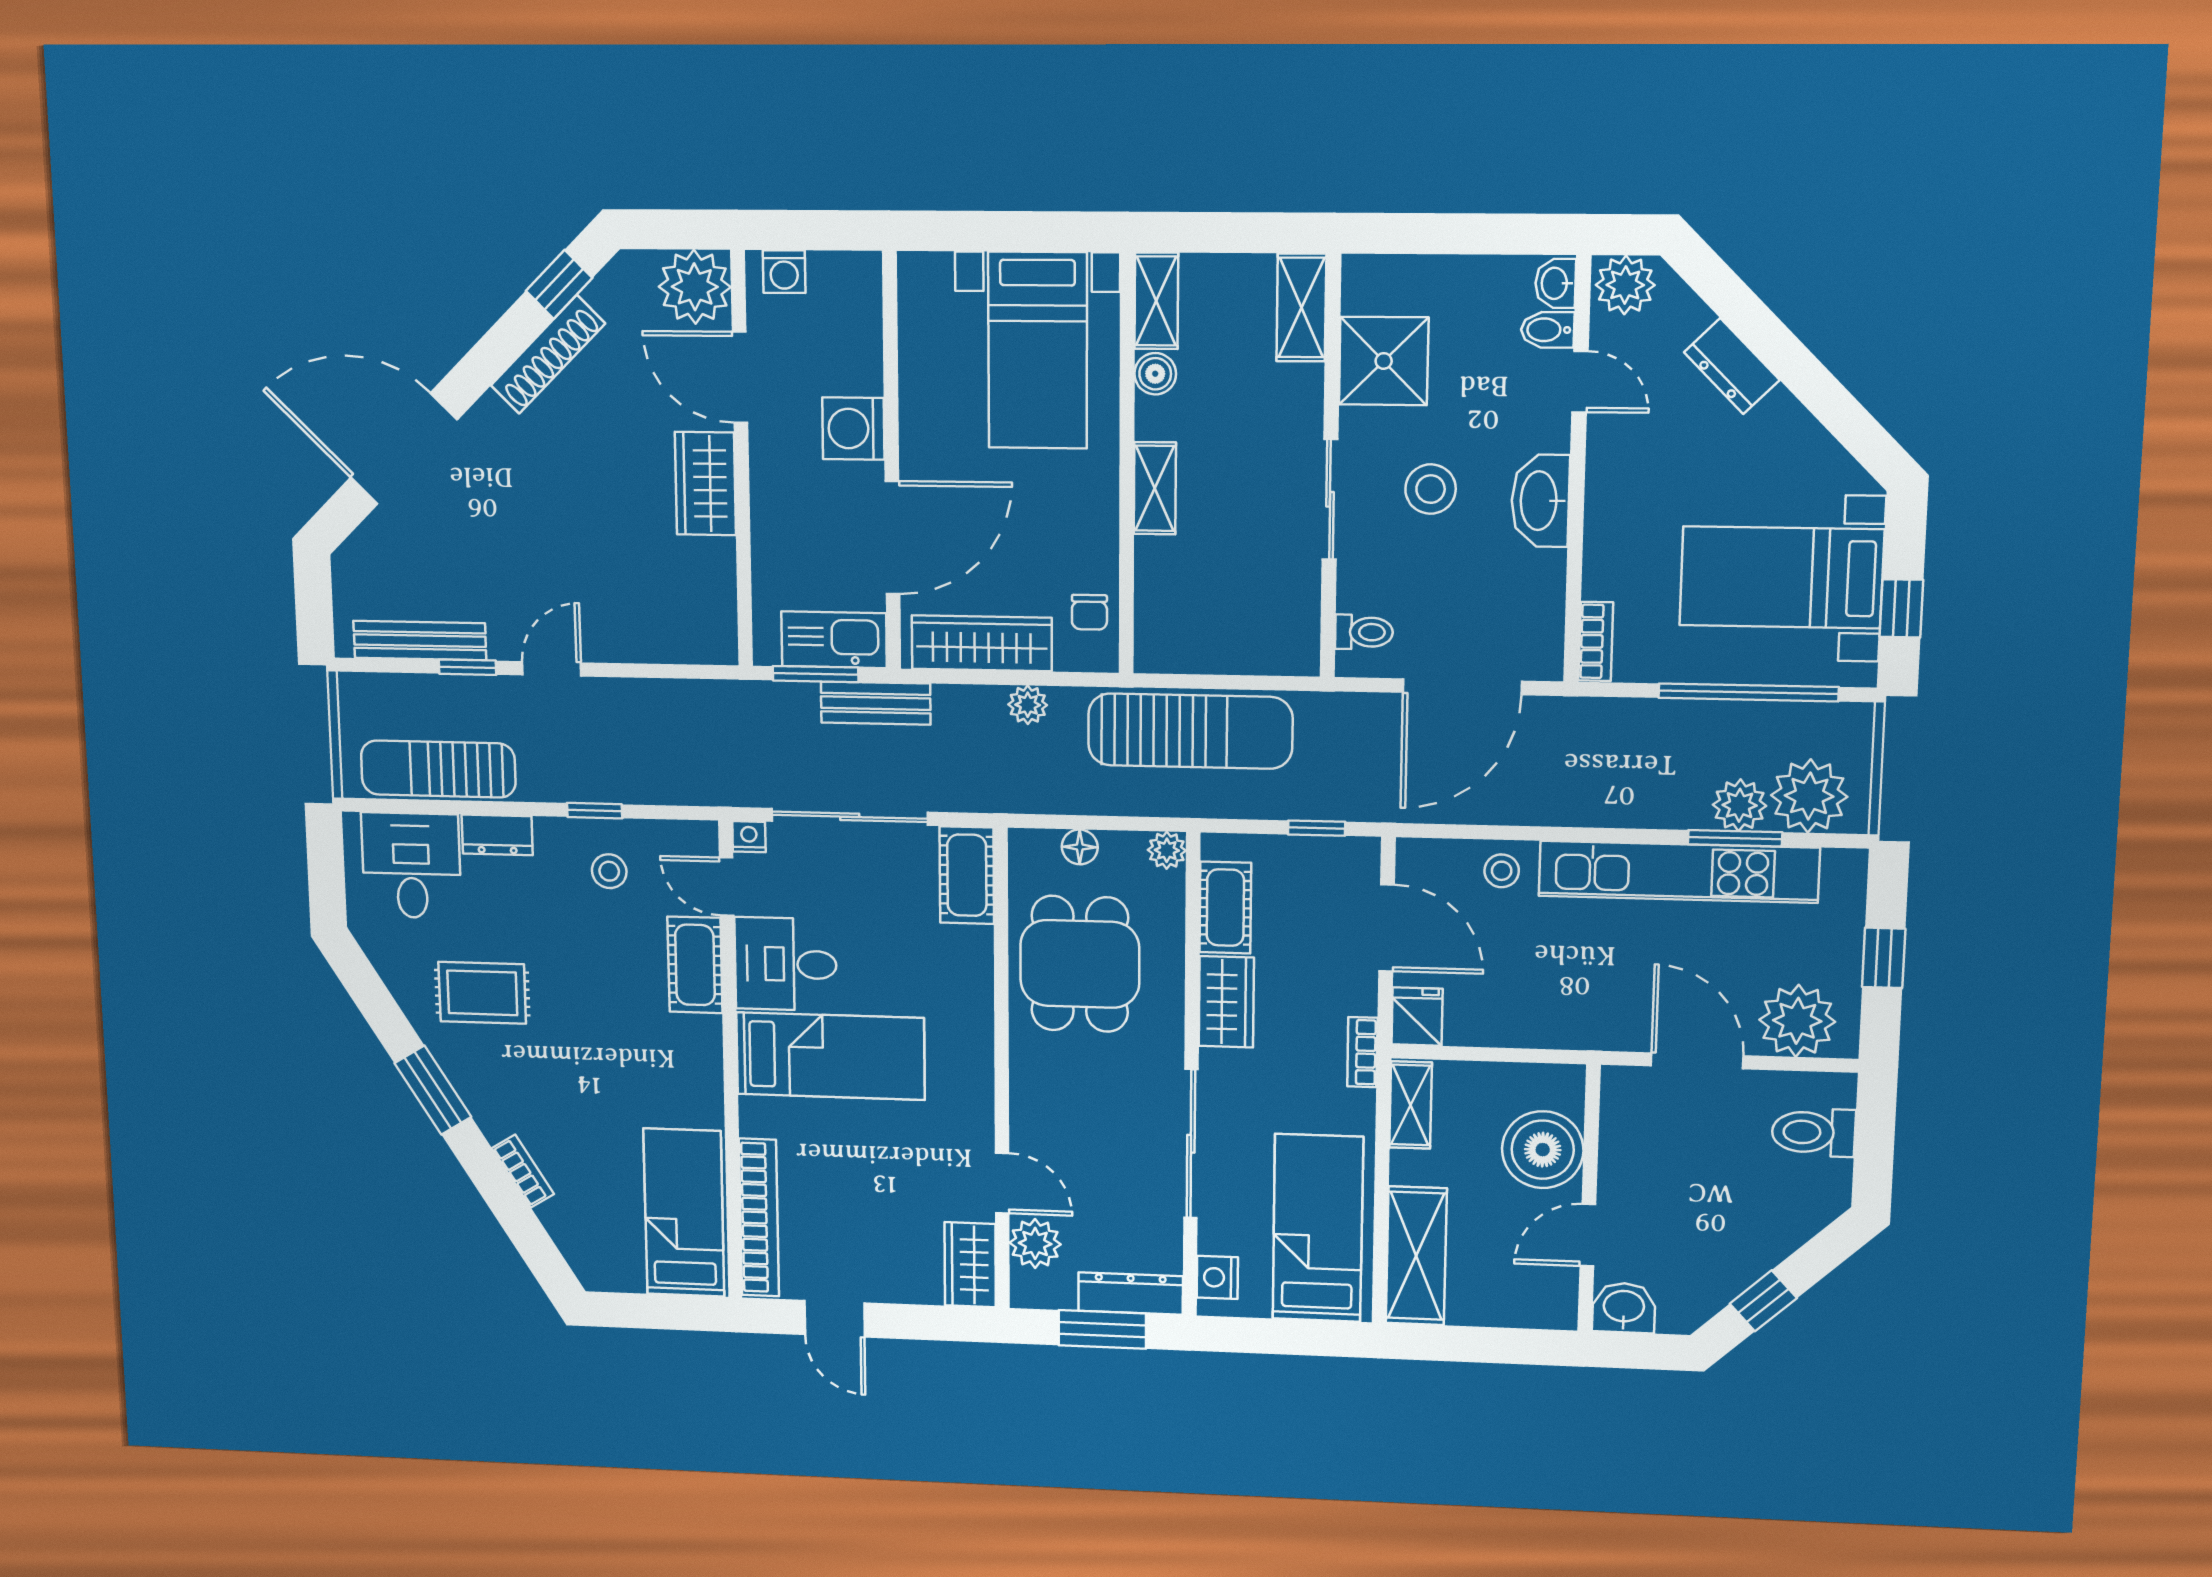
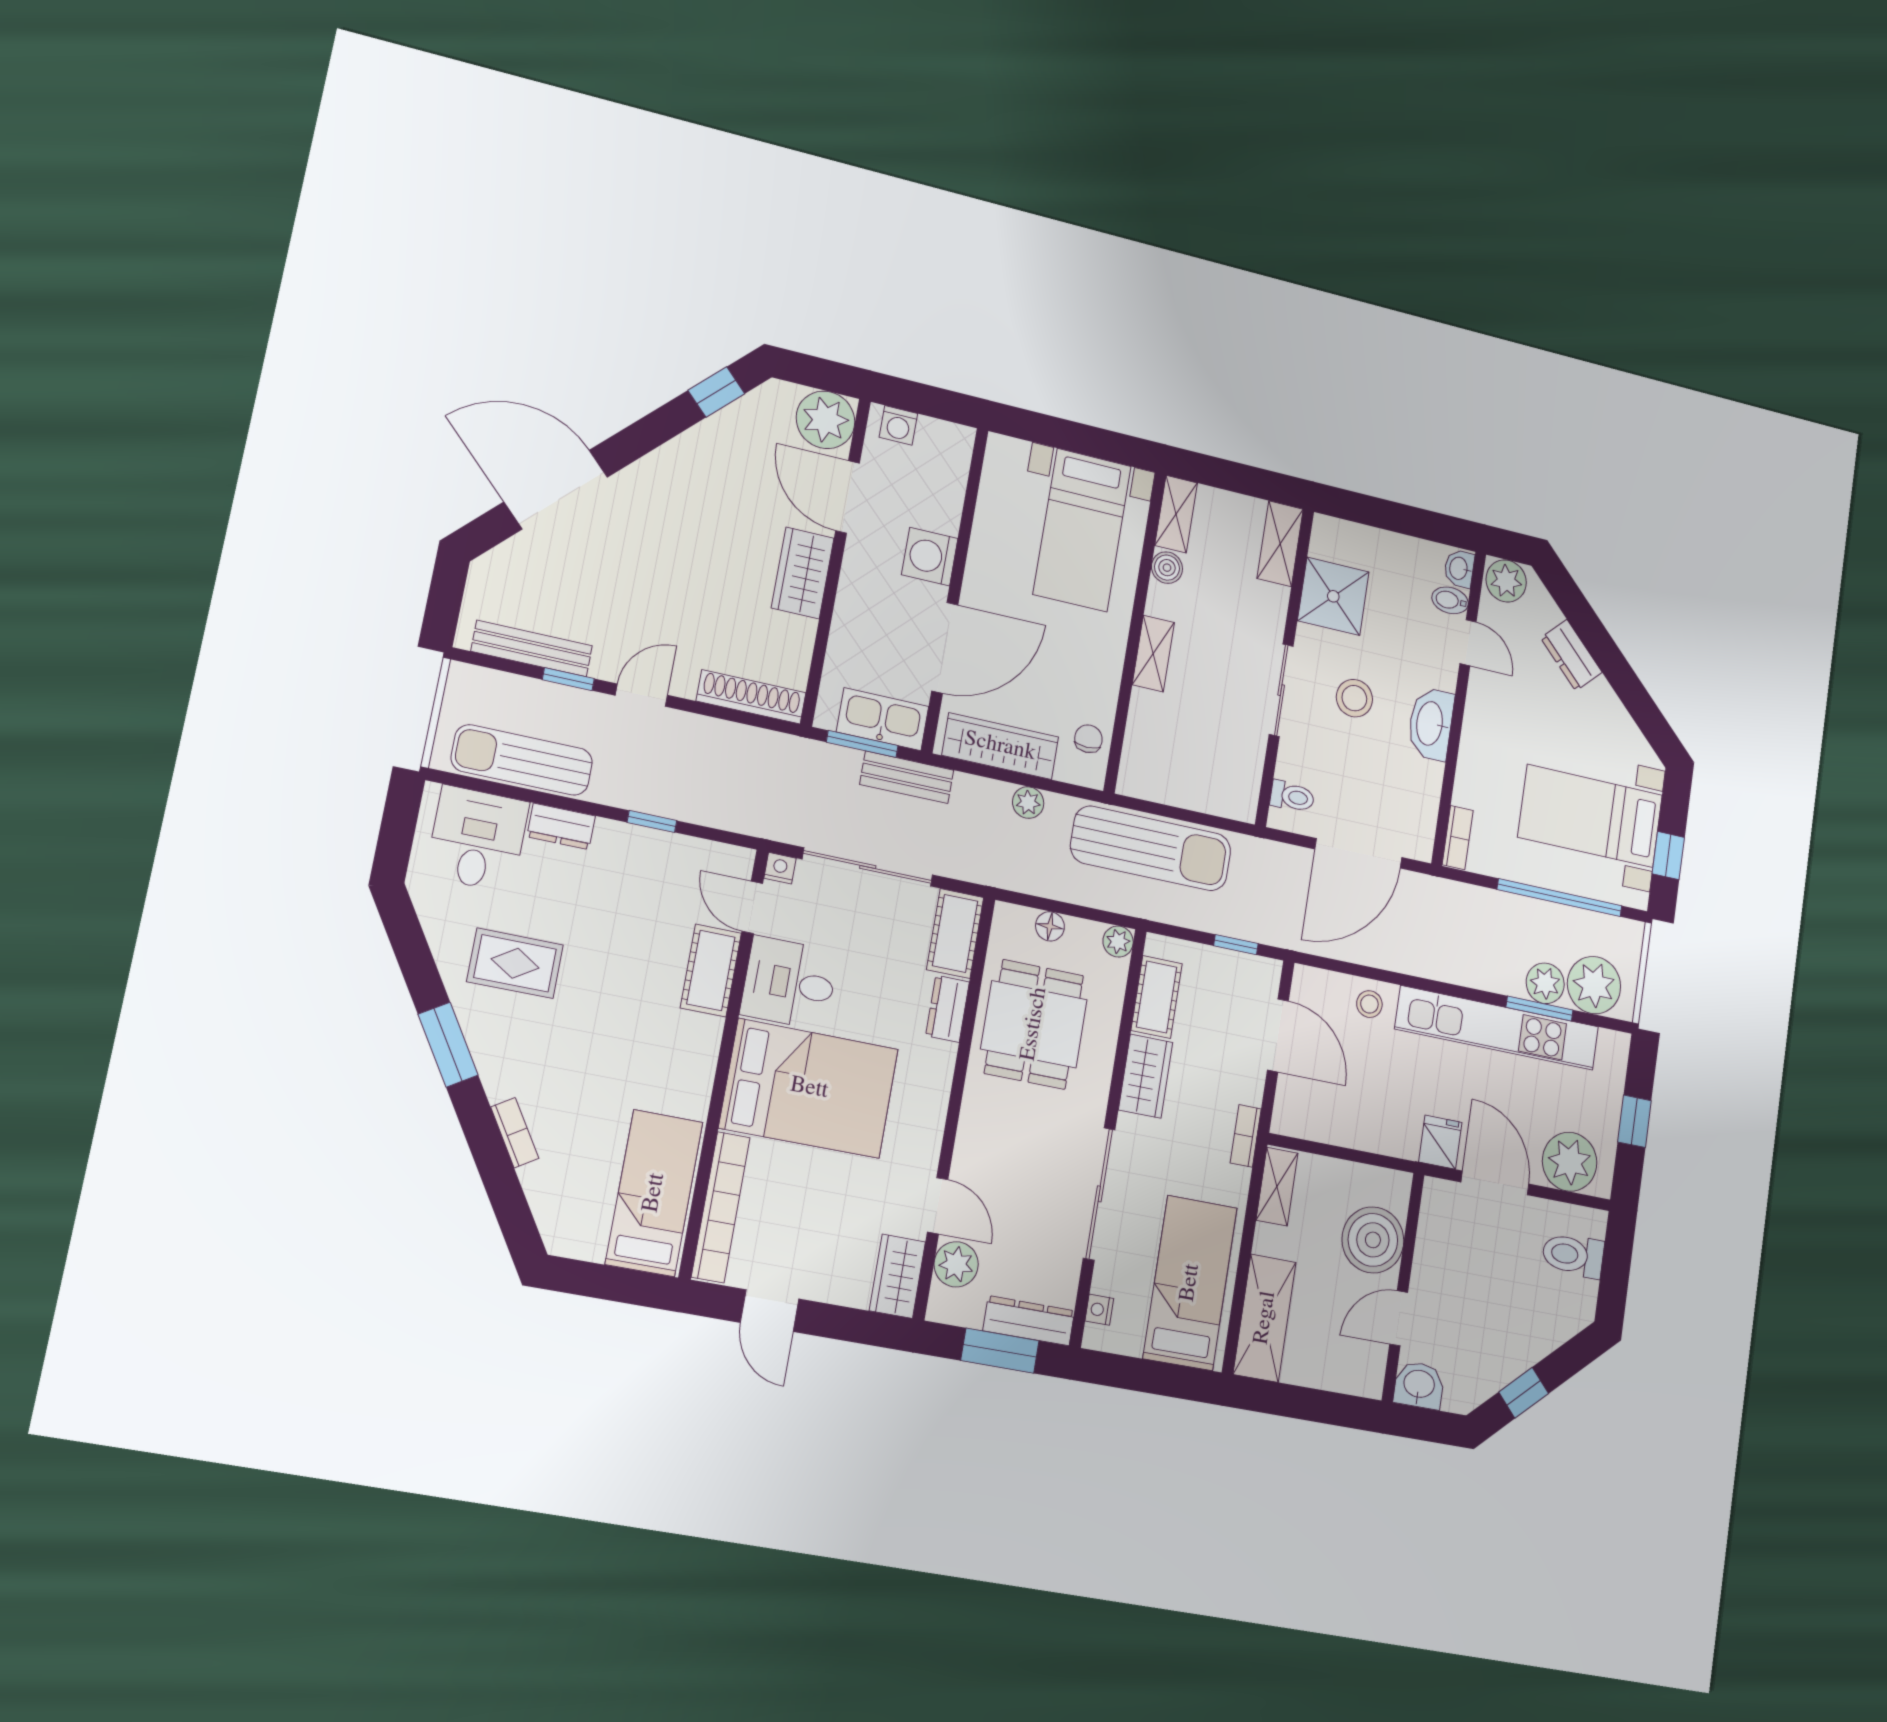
shoe rack: (548, 354) -> (751, 697), moved, turned -135
chair: (1089, 612) -> (1088, 739), turned 180
stool: (609, 871) -> (653, 876), removed
dresser: (974, 963) -> (948, 1009), added
fridge: (1417, 1017) -> (1440, 1142), moved
bed: (830, 1056) -> (809, 1088), width x1.50
nightstand: (1217, 1277) -> (1099, 1310), width x0.72, depth x0.74

